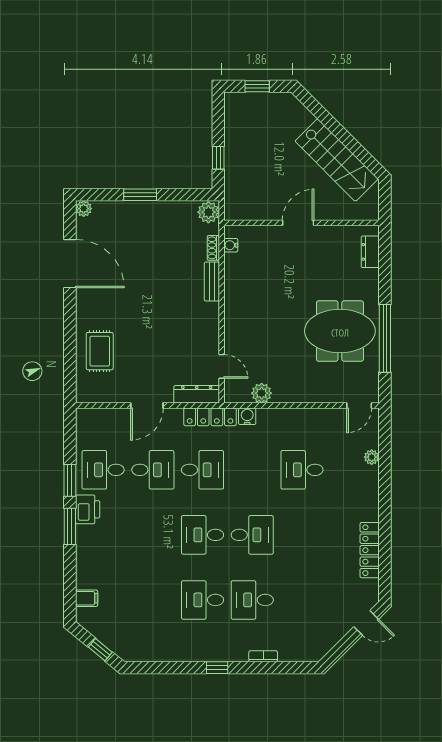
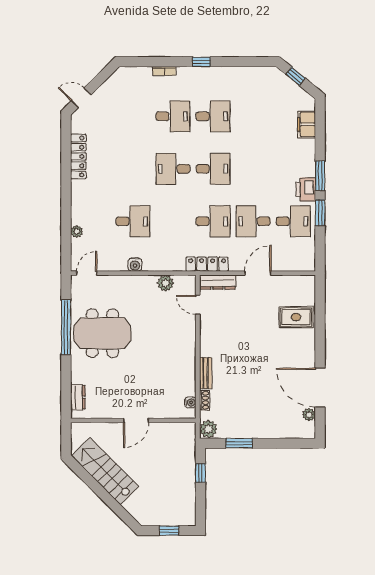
window: (140, 195) -> (239, 443), moved
plant: (84, 209) -> (309, 415), moved
rug: (100, 351) -> (296, 317), turned 90
water cooler: (247, 416) -> (135, 264), moved
desk: (203, 470) -> (213, 221), turned 180
filing cabinet: (87, 598) -> (307, 124), width x2.00

